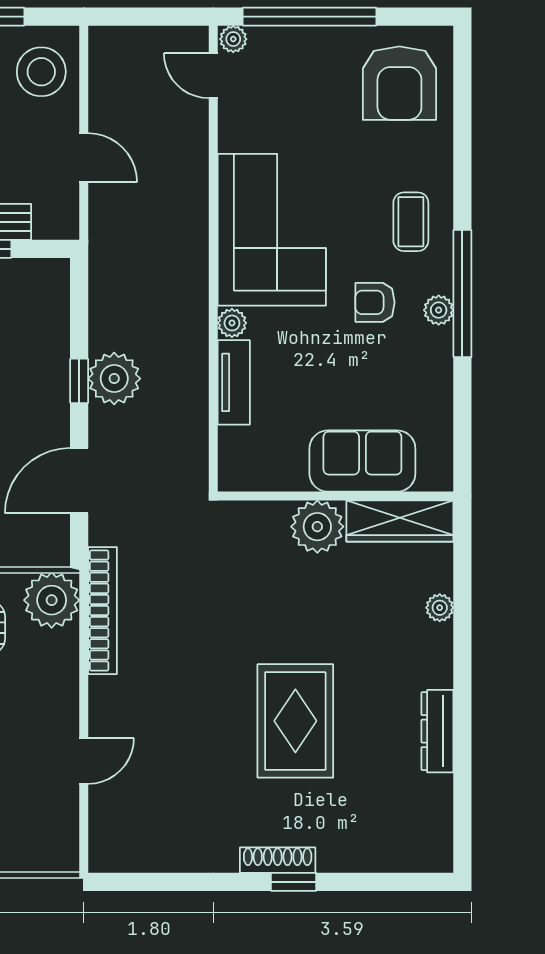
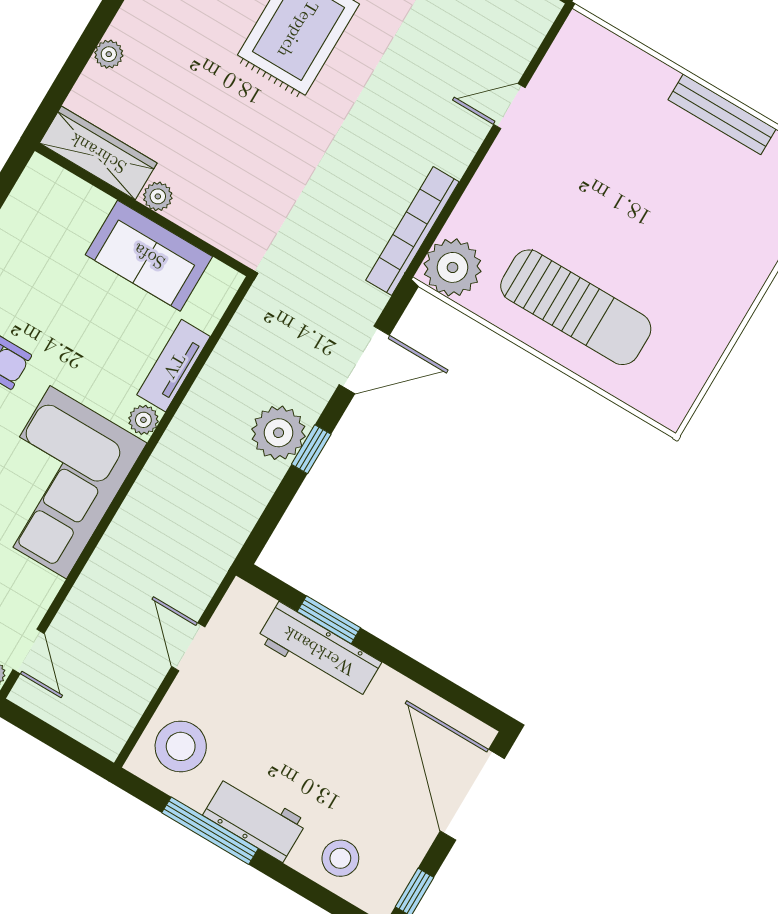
sofa: (362, 461) -> (149, 256), moved
plant: (317, 527) -> (158, 196), width x0.53, depth x0.53

